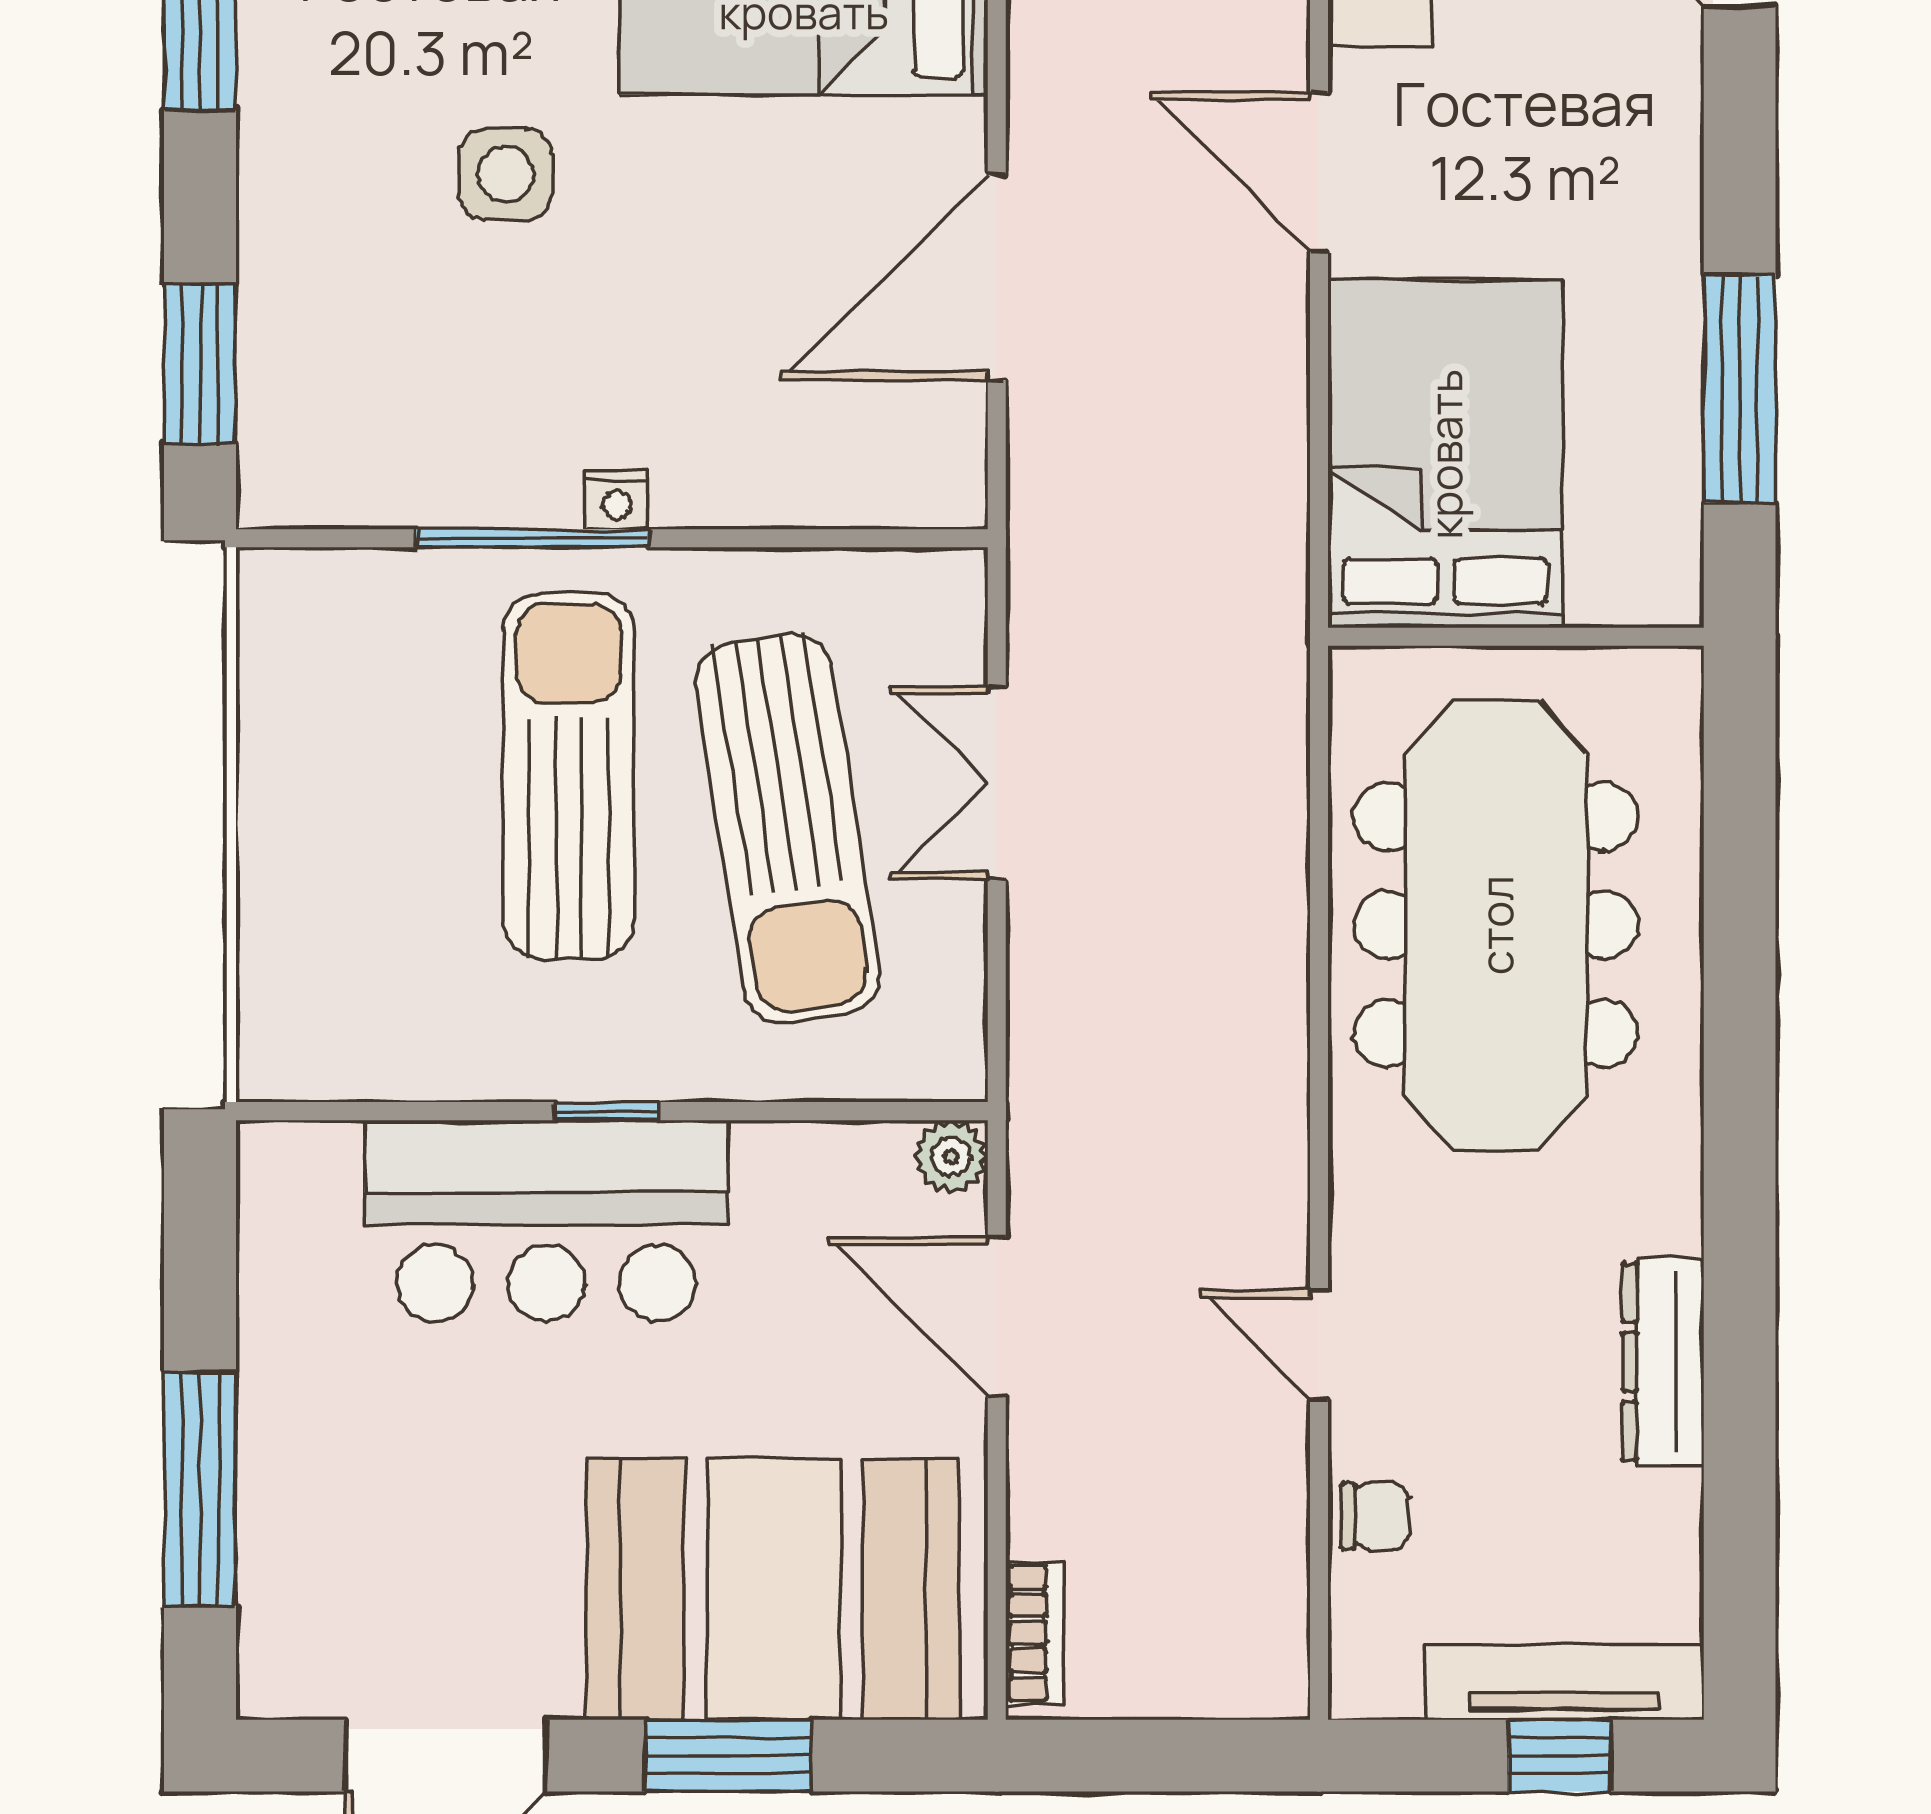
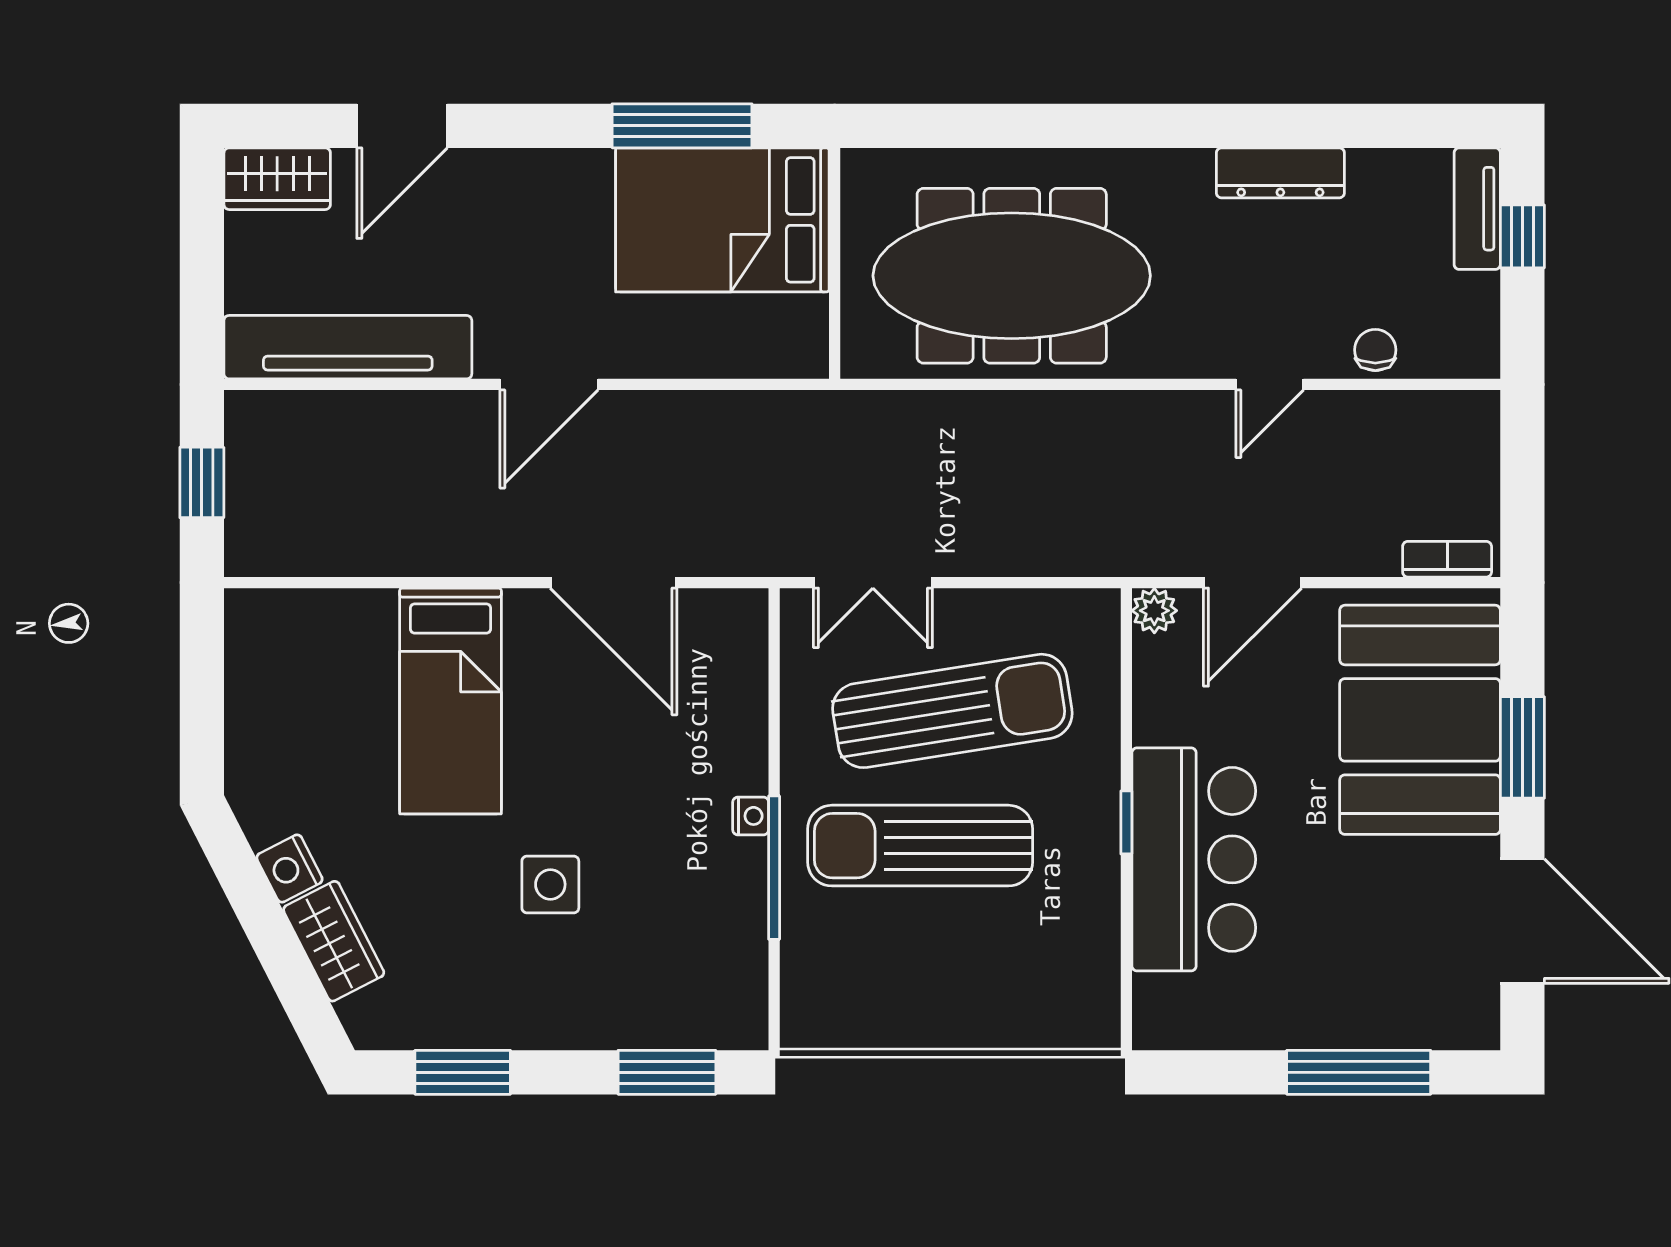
bed: (1445, 454) -> (722, 220), moved
double door: (997, 783) -> (873, 583), moved
tv unit: (1564, 1682) -> (1477, 209), width x0.71

